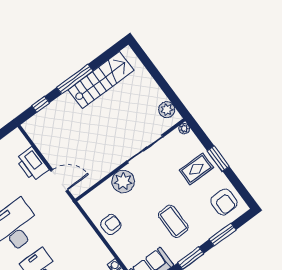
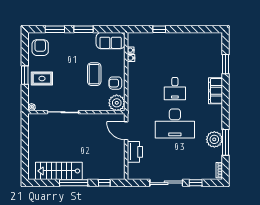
plant: (167, 110) -> (34, 126), removed
plant: (123, 181) -> (117, 103), moved
coffee table: (173, 221) -> (94, 74), moved

